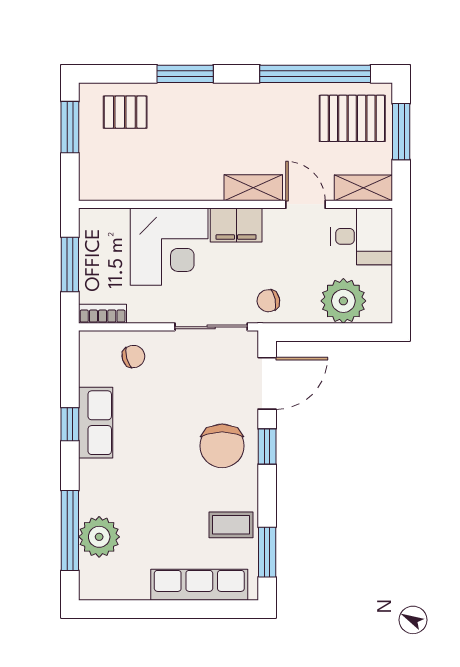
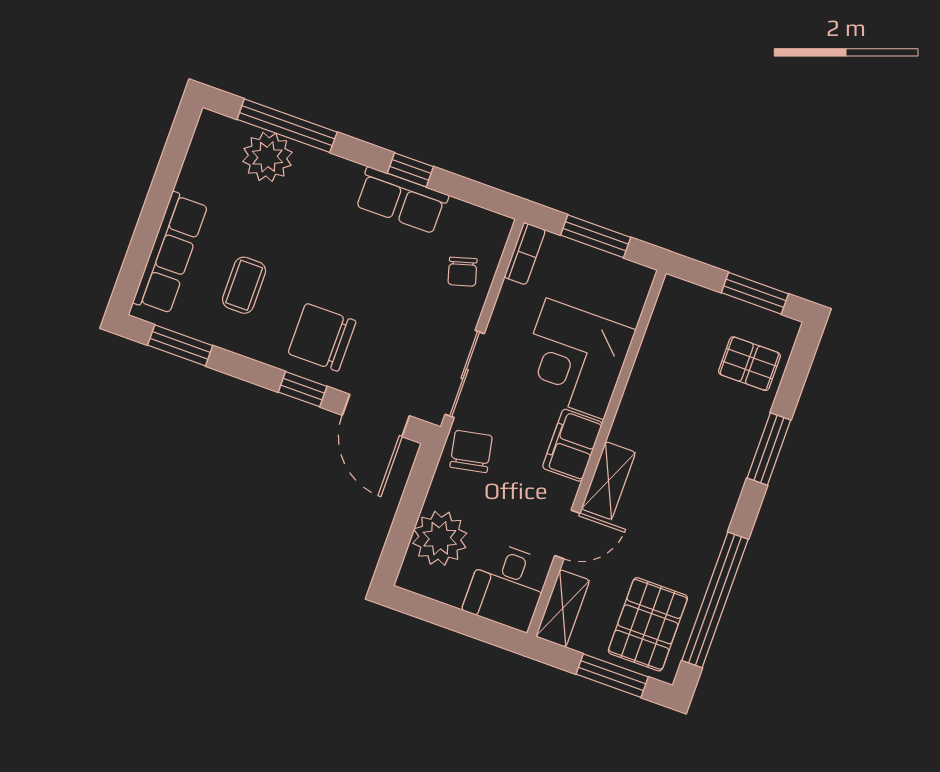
pallet: (125, 112) -> (749, 364), turned 90
chair: (268, 301) -> (471, 451), width x1.37, depth x1.37
coffee table: (231, 525) -> (244, 285), moved

